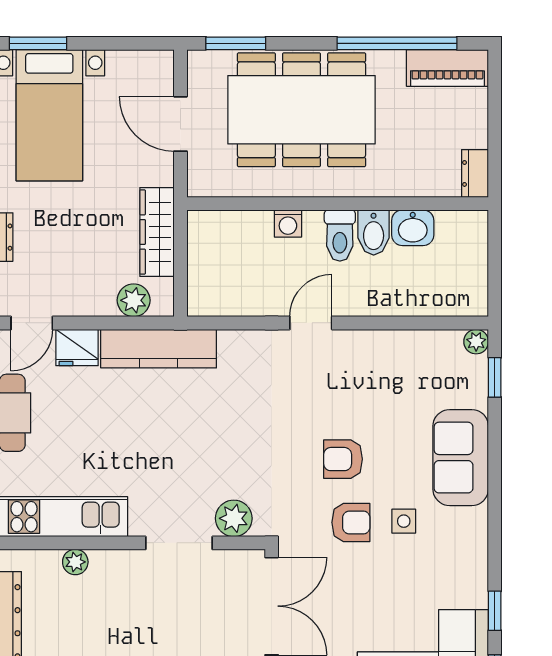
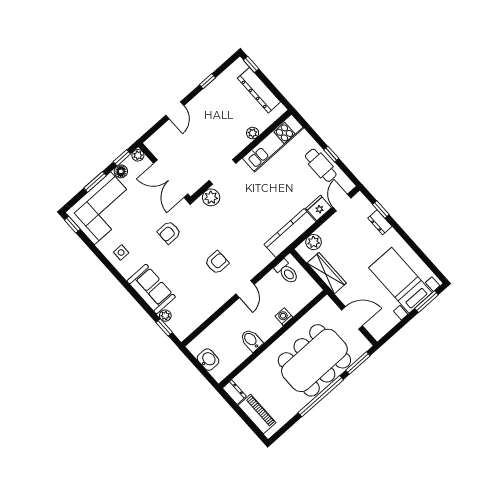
window: (397, 43) -> (321, 396), moved
piano: (447, 68) -> (257, 414), moved, turned 90
washbasin: (413, 228) -> (208, 360), moved, turned 90
toilet: (340, 236) -> (287, 272), moved, turned 180
plant: (476, 342) -> (165, 316), moved
armchair: (343, 459) -> (217, 262), moved
side table: (404, 521) -> (121, 252), moved
window: (495, 611) -> (92, 246), removed

